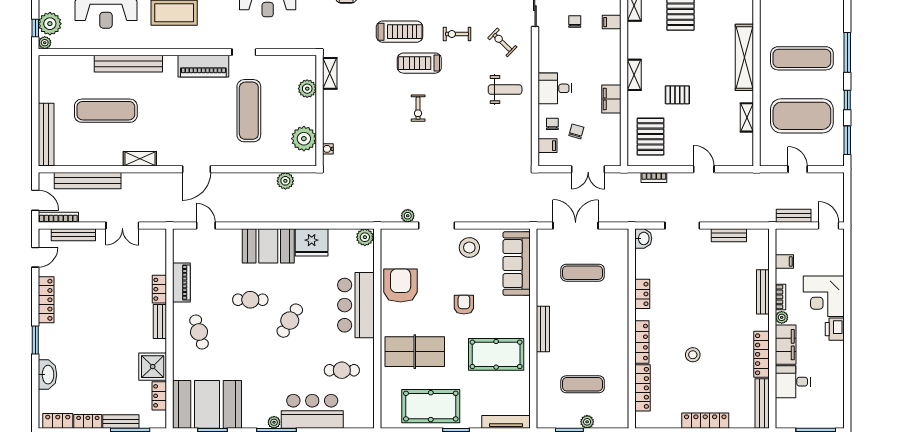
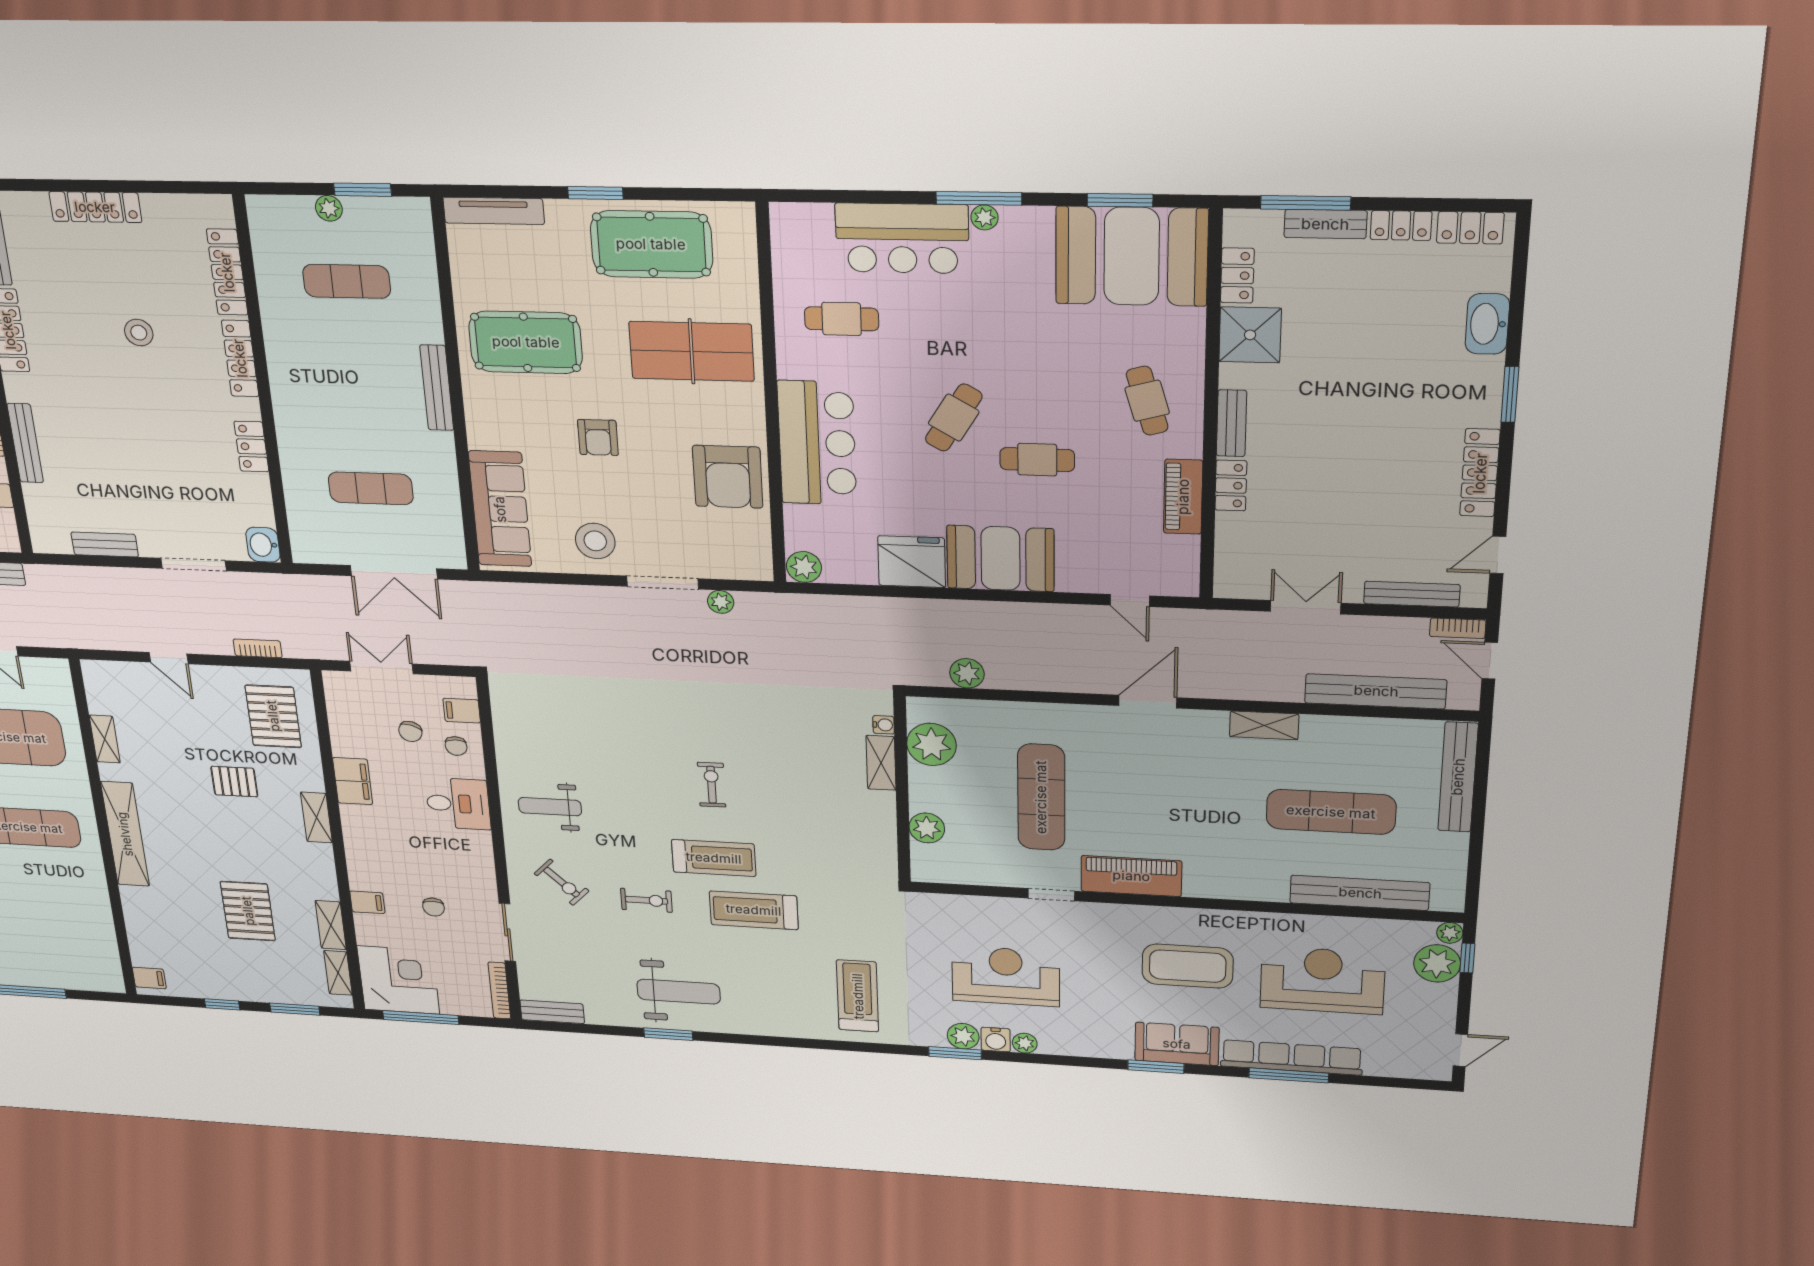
bench: (128, 64) -> (1360, 893), moved
shelving: (330, 73) -> (881, 763), moved
bookcase: (58, 217) -> (1458, 628), width x0.64

